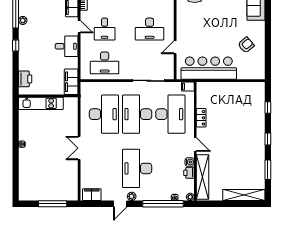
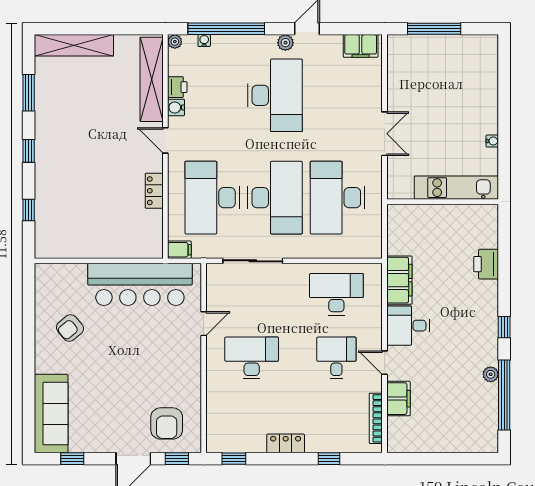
filing cabinet: (71, 82) -> (399, 280), moved
wall: (48, 96) -> (443, 202), moved
kitchen unit: (41, 103) -> (456, 188), moved

